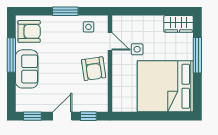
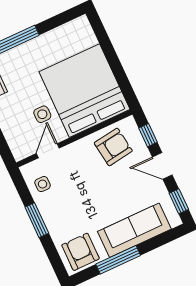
sofa: (27, 69) -> (134, 230), width x1.36
armchair: (94, 69) -> (113, 147), moved
bed: (165, 86) -> (84, 91), moved, turned 180

